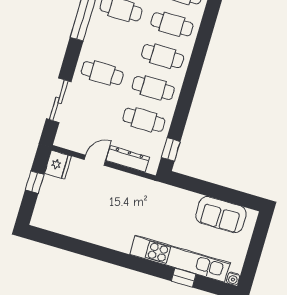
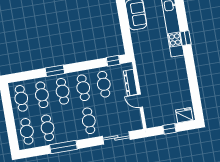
window: (197, 60) -> (55, 71), added
fridge: (58, 165) -> (184, 115), moved
window: (184, 278) -> (186, 38), moved

